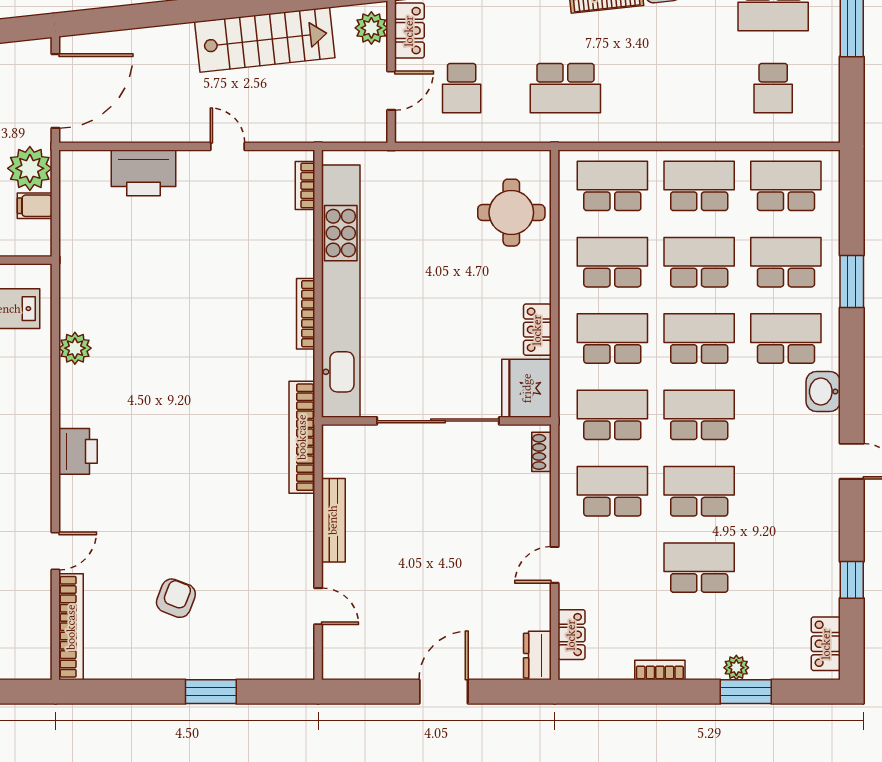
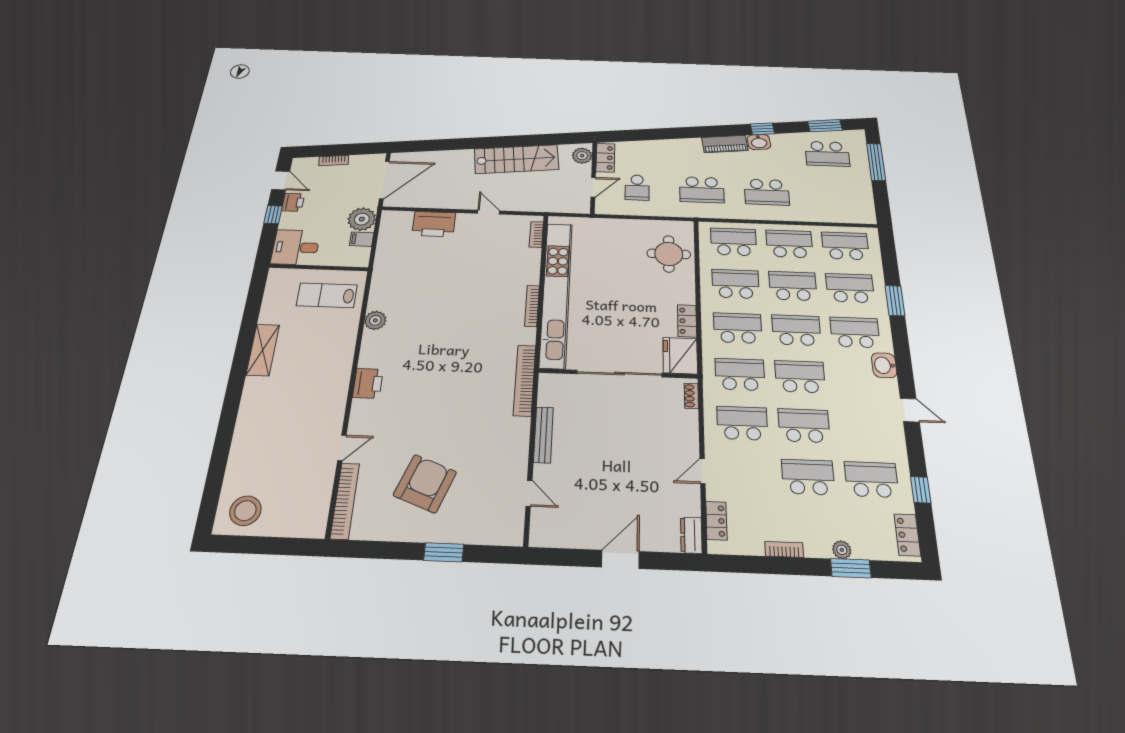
school desk: (773, 88) -> (767, 192), moved, width x1.85
school desk: (786, 568) -> (871, 479), added
armchair: (176, 598) -> (425, 484), width x1.88, depth x1.88

